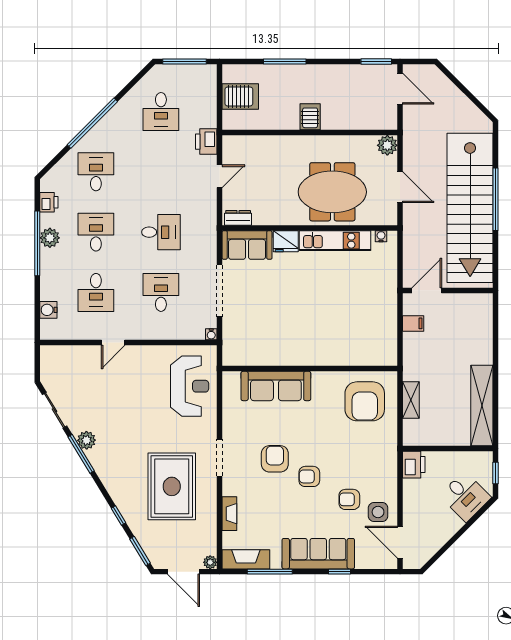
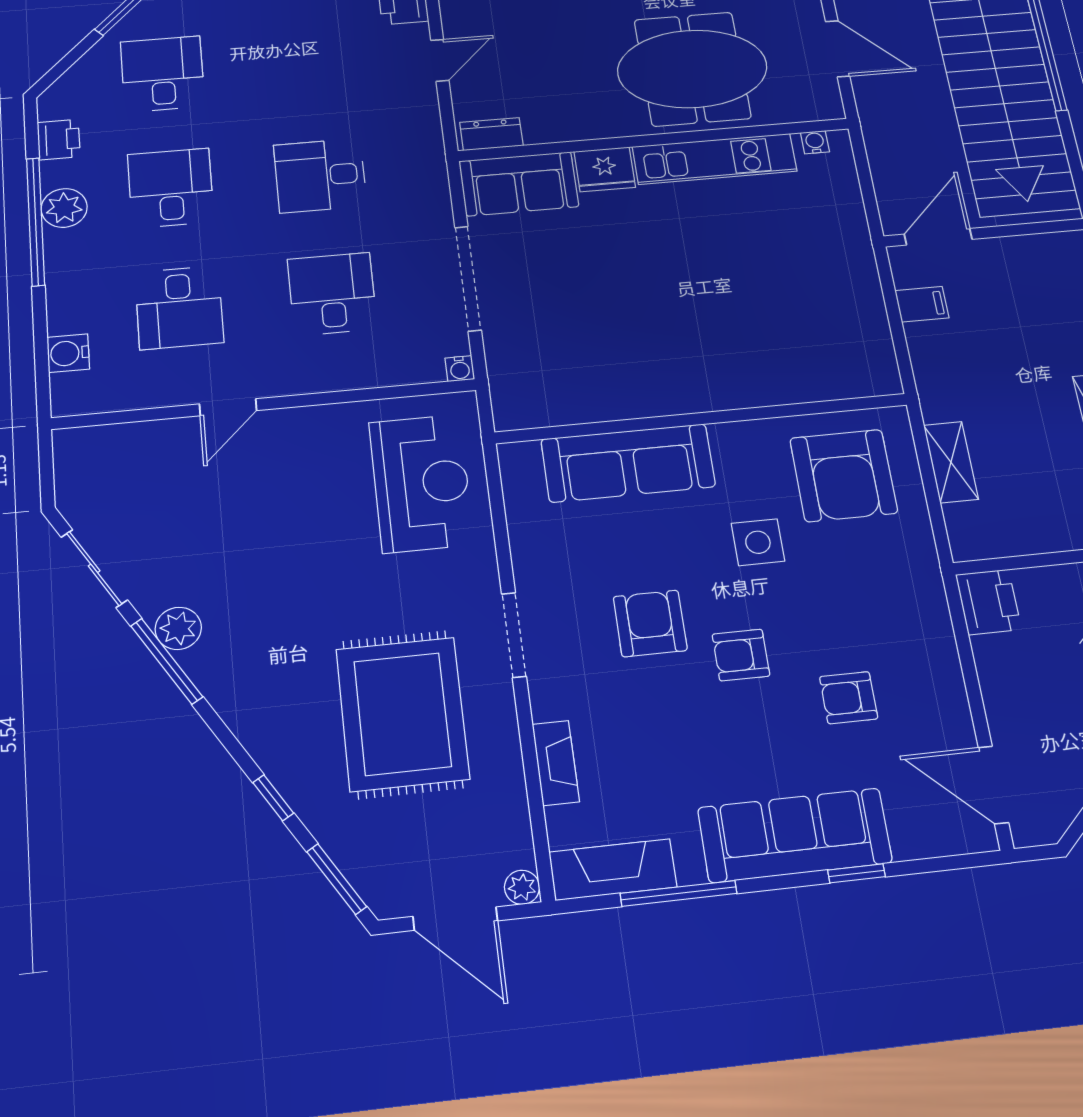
desk: (161, 232) -> (320, 176), turned 180
side table: (378, 512) -> (758, 542), moved

